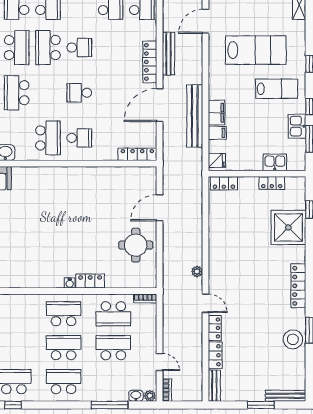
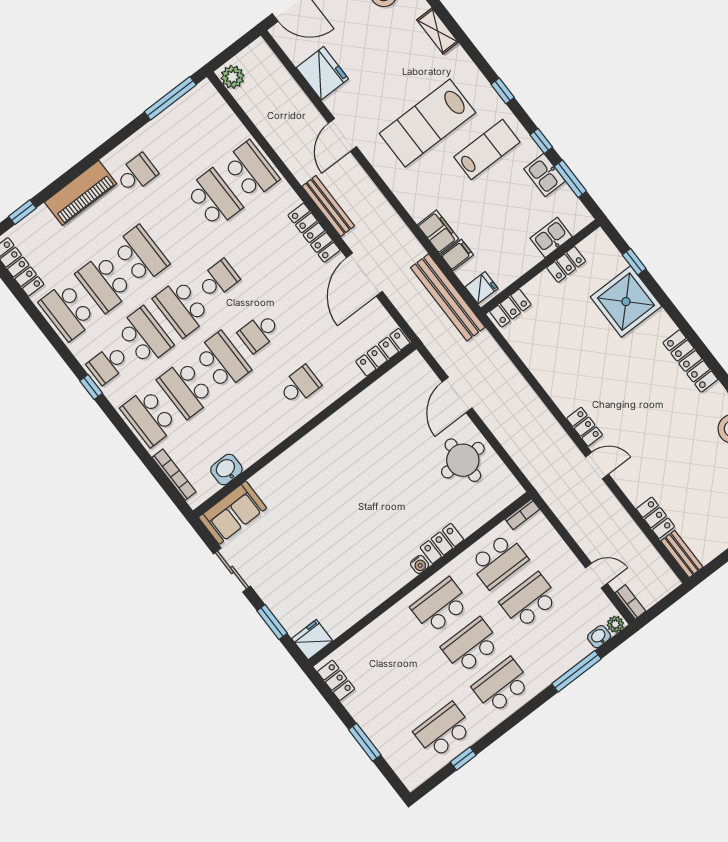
lab bench: (256, 50) -> (427, 123), turned 180
bench: (195, 116) -> (448, 297), moved
school desk: (48, 138) -> (222, 361), moved
plant: (197, 272) -> (559, 436), removed
locker: (215, 328) -> (585, 427), moved

